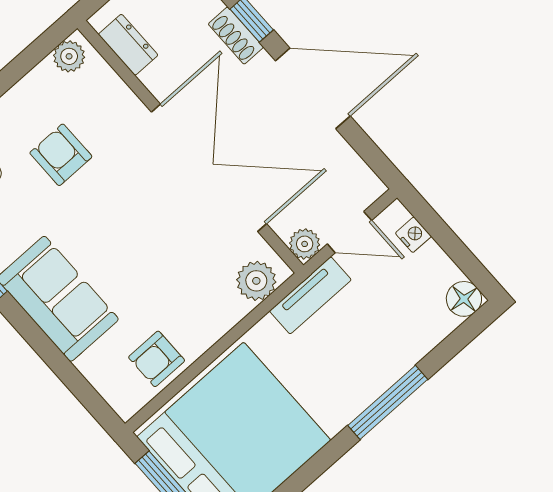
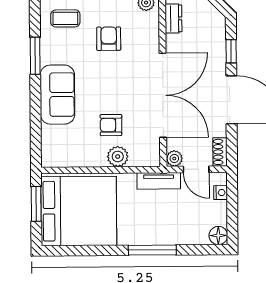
shoe rack: (236, 36) -> (220, 152), moved
plant: (256, 281) -> (118, 157), moved
armchair: (157, 359) -> (111, 125), moved

